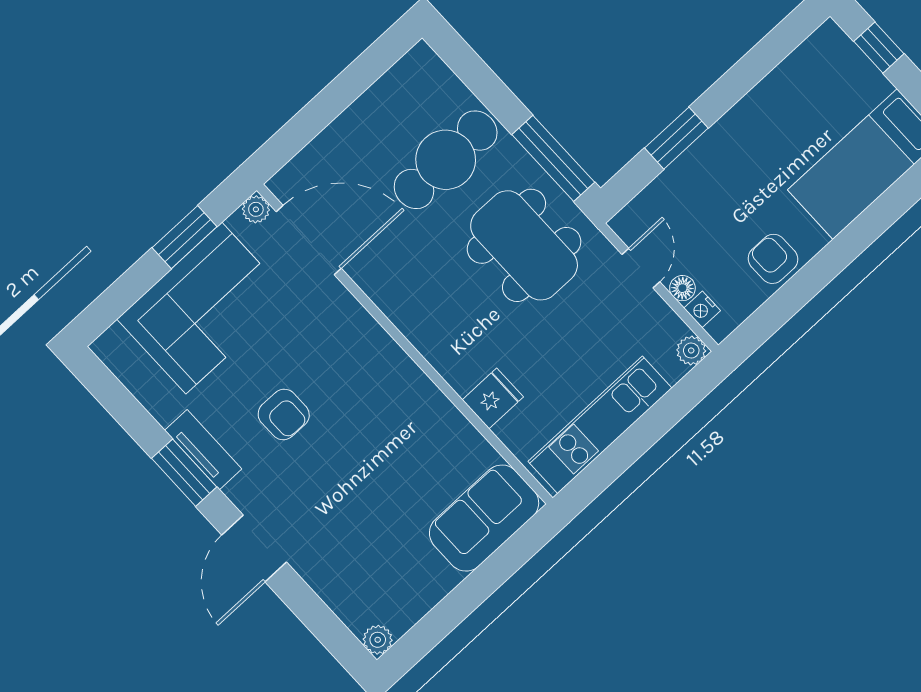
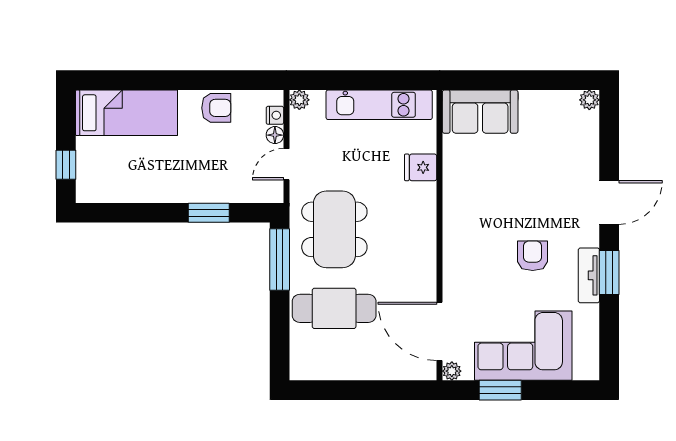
armchair: (773, 259) -> (216, 108), turned -90

